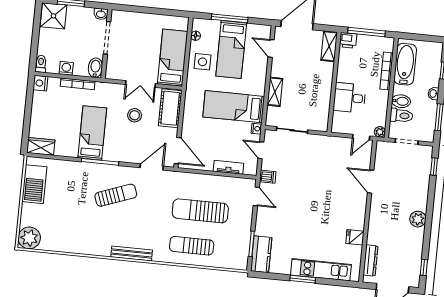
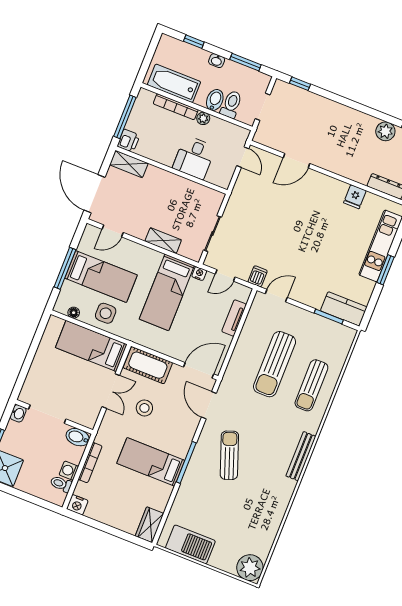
toilet: (41, 64) -> (61, 484), moved
plant: (380, 132) -> (203, 118), moved
plant: (418, 219) -> (385, 131), moved

